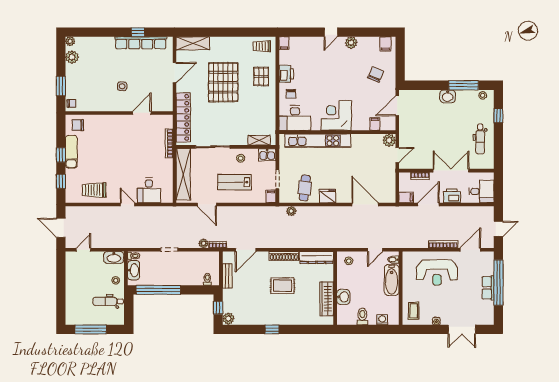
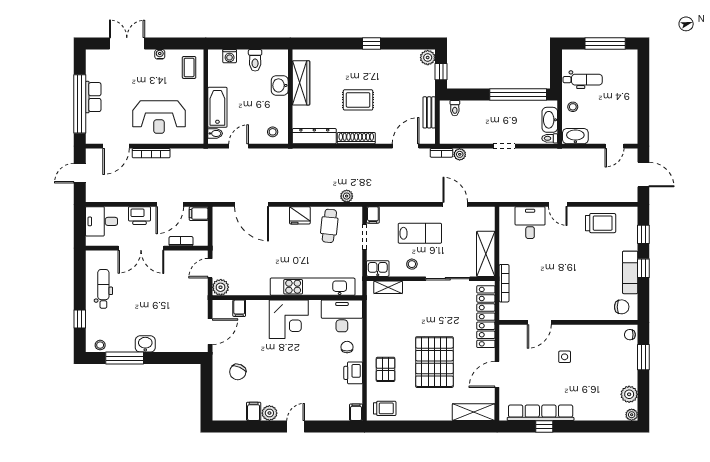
filing cabinet: (385, 44) -> (254, 411), moved
shelving: (183, 174) -> (486, 254), width x0.68
reception desk: (437, 272) -> (159, 117), turned 180

